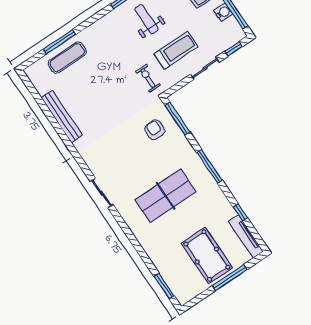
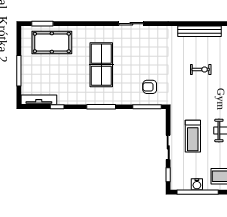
exercise bike: (148, 78) -> (201, 69), moved
armchair: (155, 130) -> (150, 87), turned 180
pool table: (207, 256) -> (52, 43), moved

